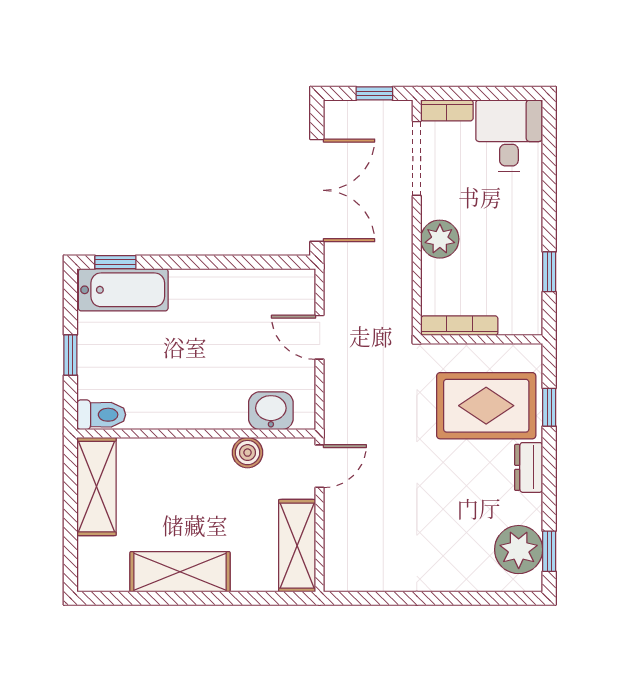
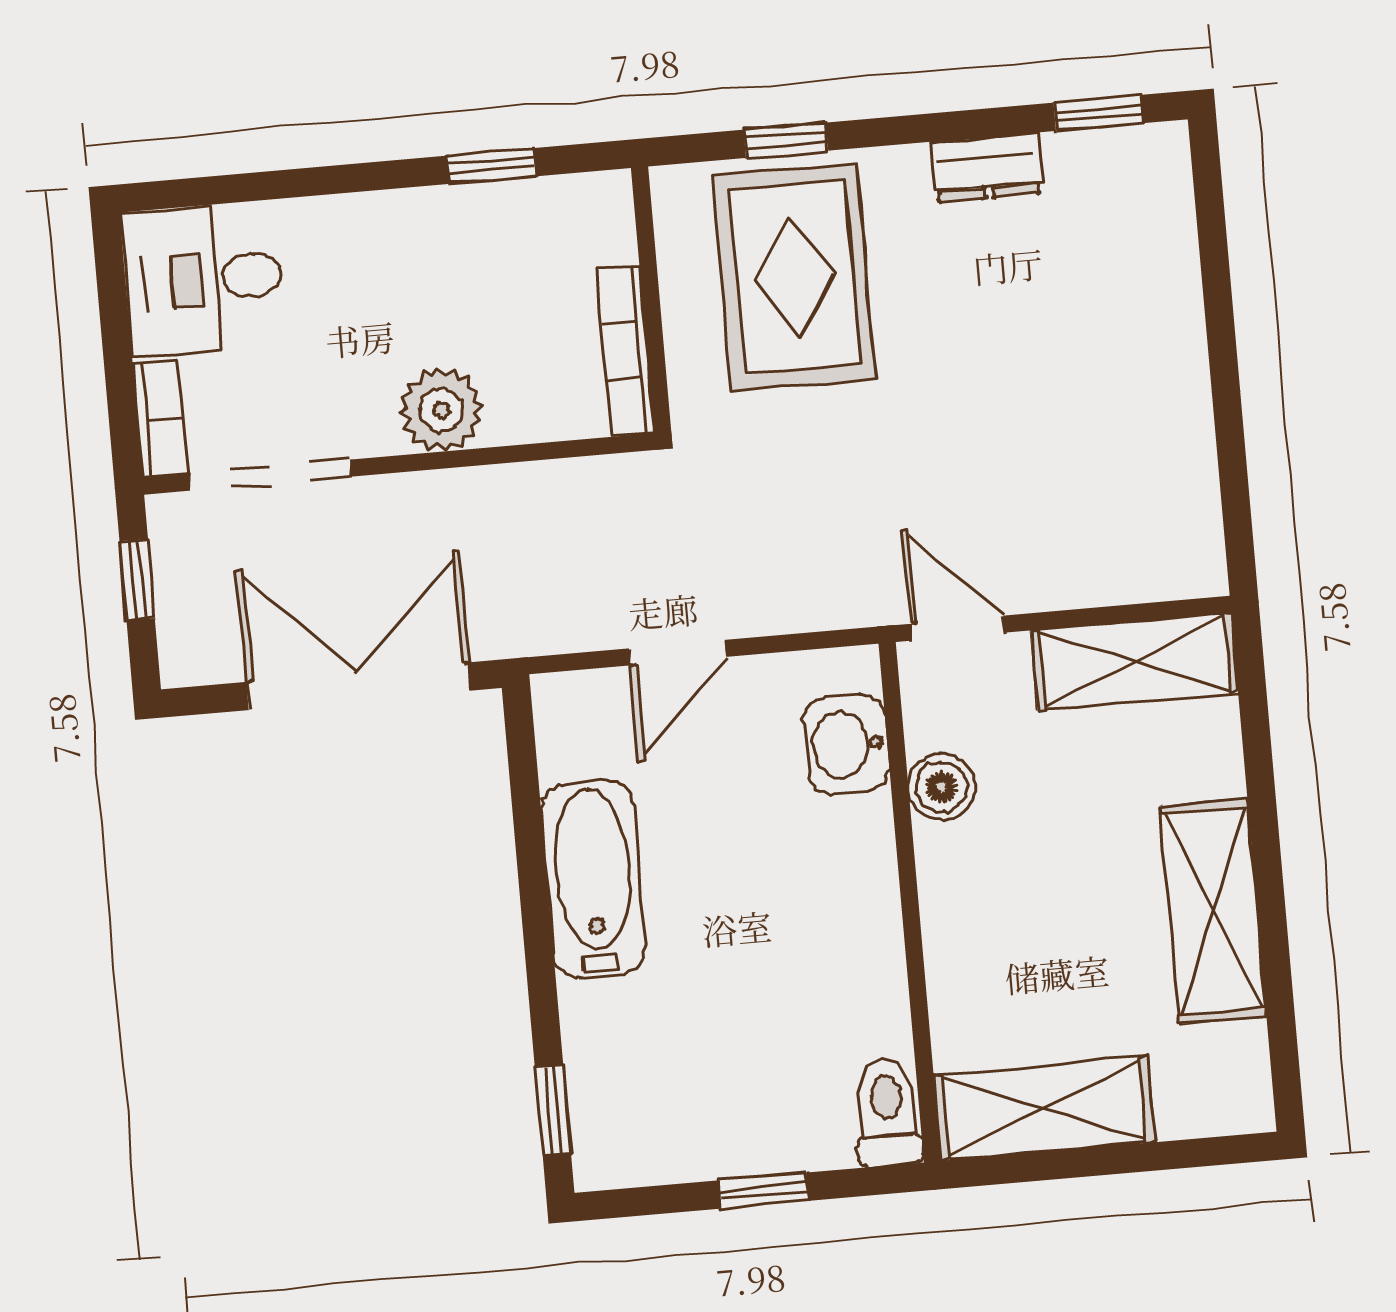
bathtub: (123, 290) -> (593, 879), moved
dresser: (529, 467) -> (987, 168), moved
plant: (519, 550) -> (1101, 180), removed

